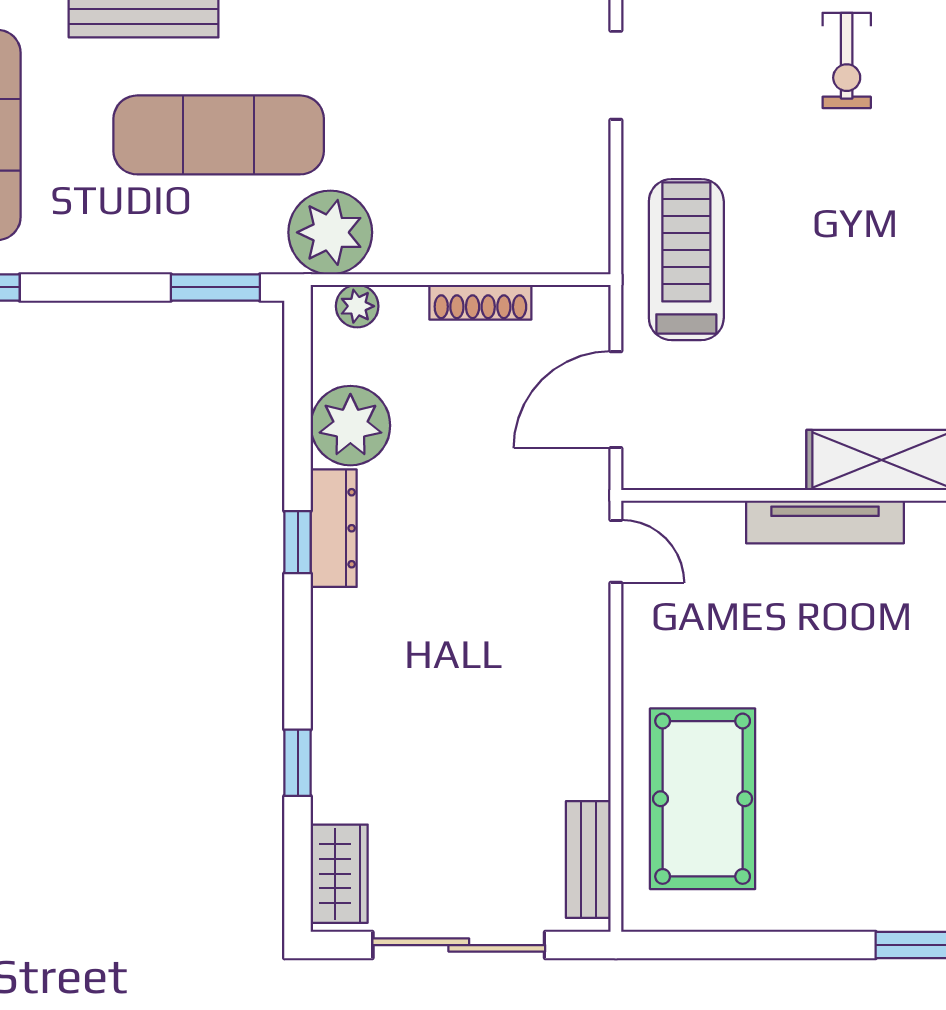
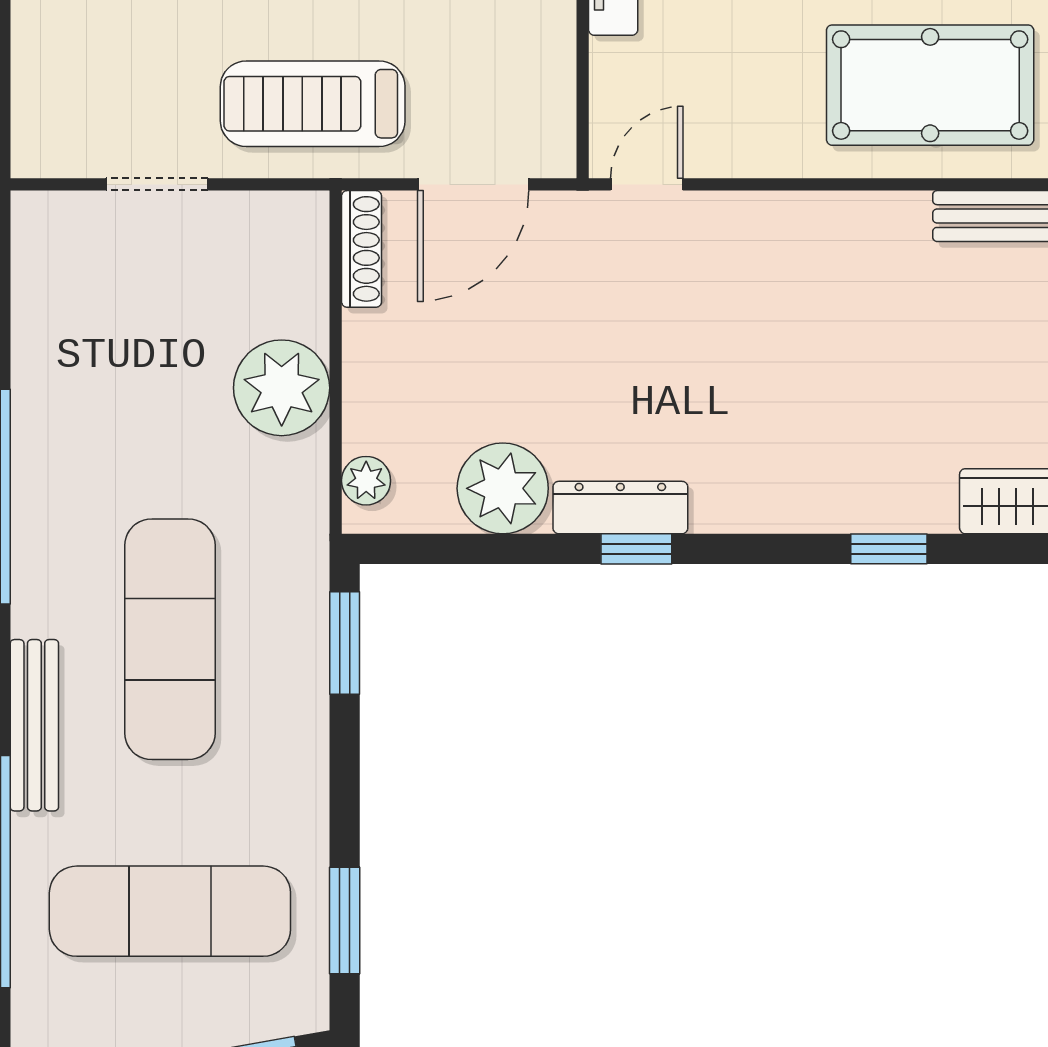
doorway: (616, 75) -> (157, 184), moved
plant: (330, 232) -> (282, 388), moved
shoe rack: (480, 302) -> (362, 249), moved
door: (616, 400) -> (473, 184), hinge flipped

